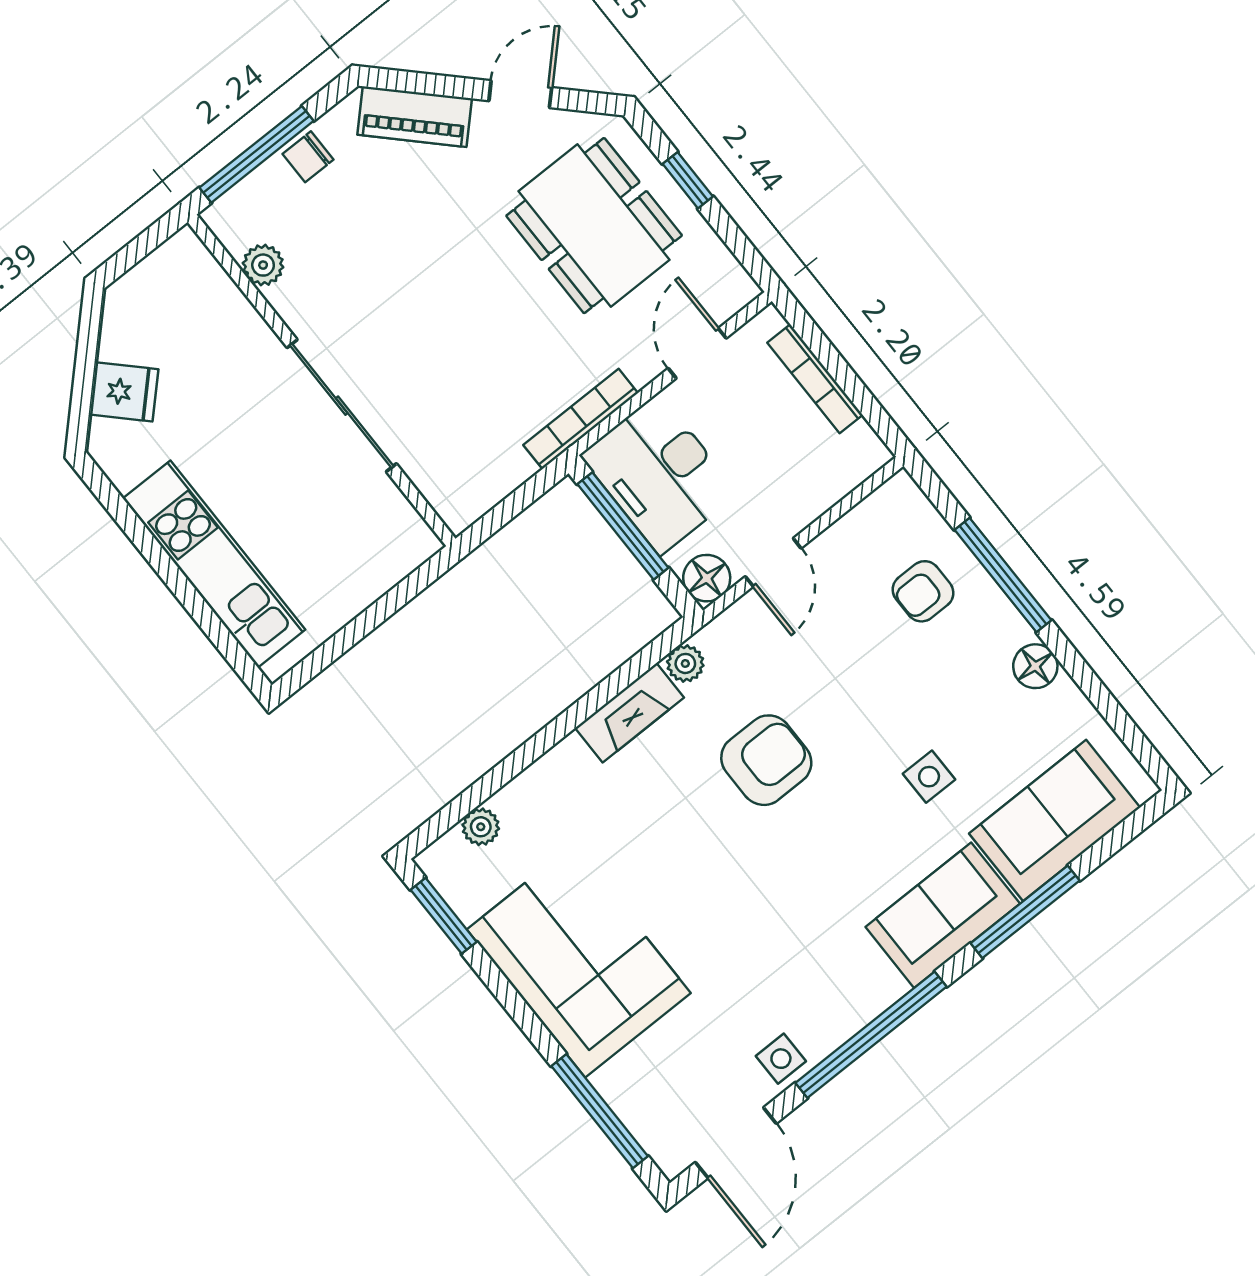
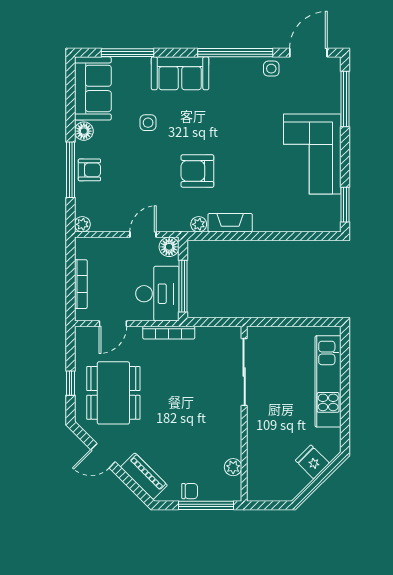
sliding door: (342, 406) -> (244, 372), moved
armchair: (923, 591) -> (89, 170), moved
sofa: (1055, 820) -> (93, 88), moved, turned -90
plant: (481, 827) -> (82, 224), moved
window: (1025, 912) -> (127, 53), moved

